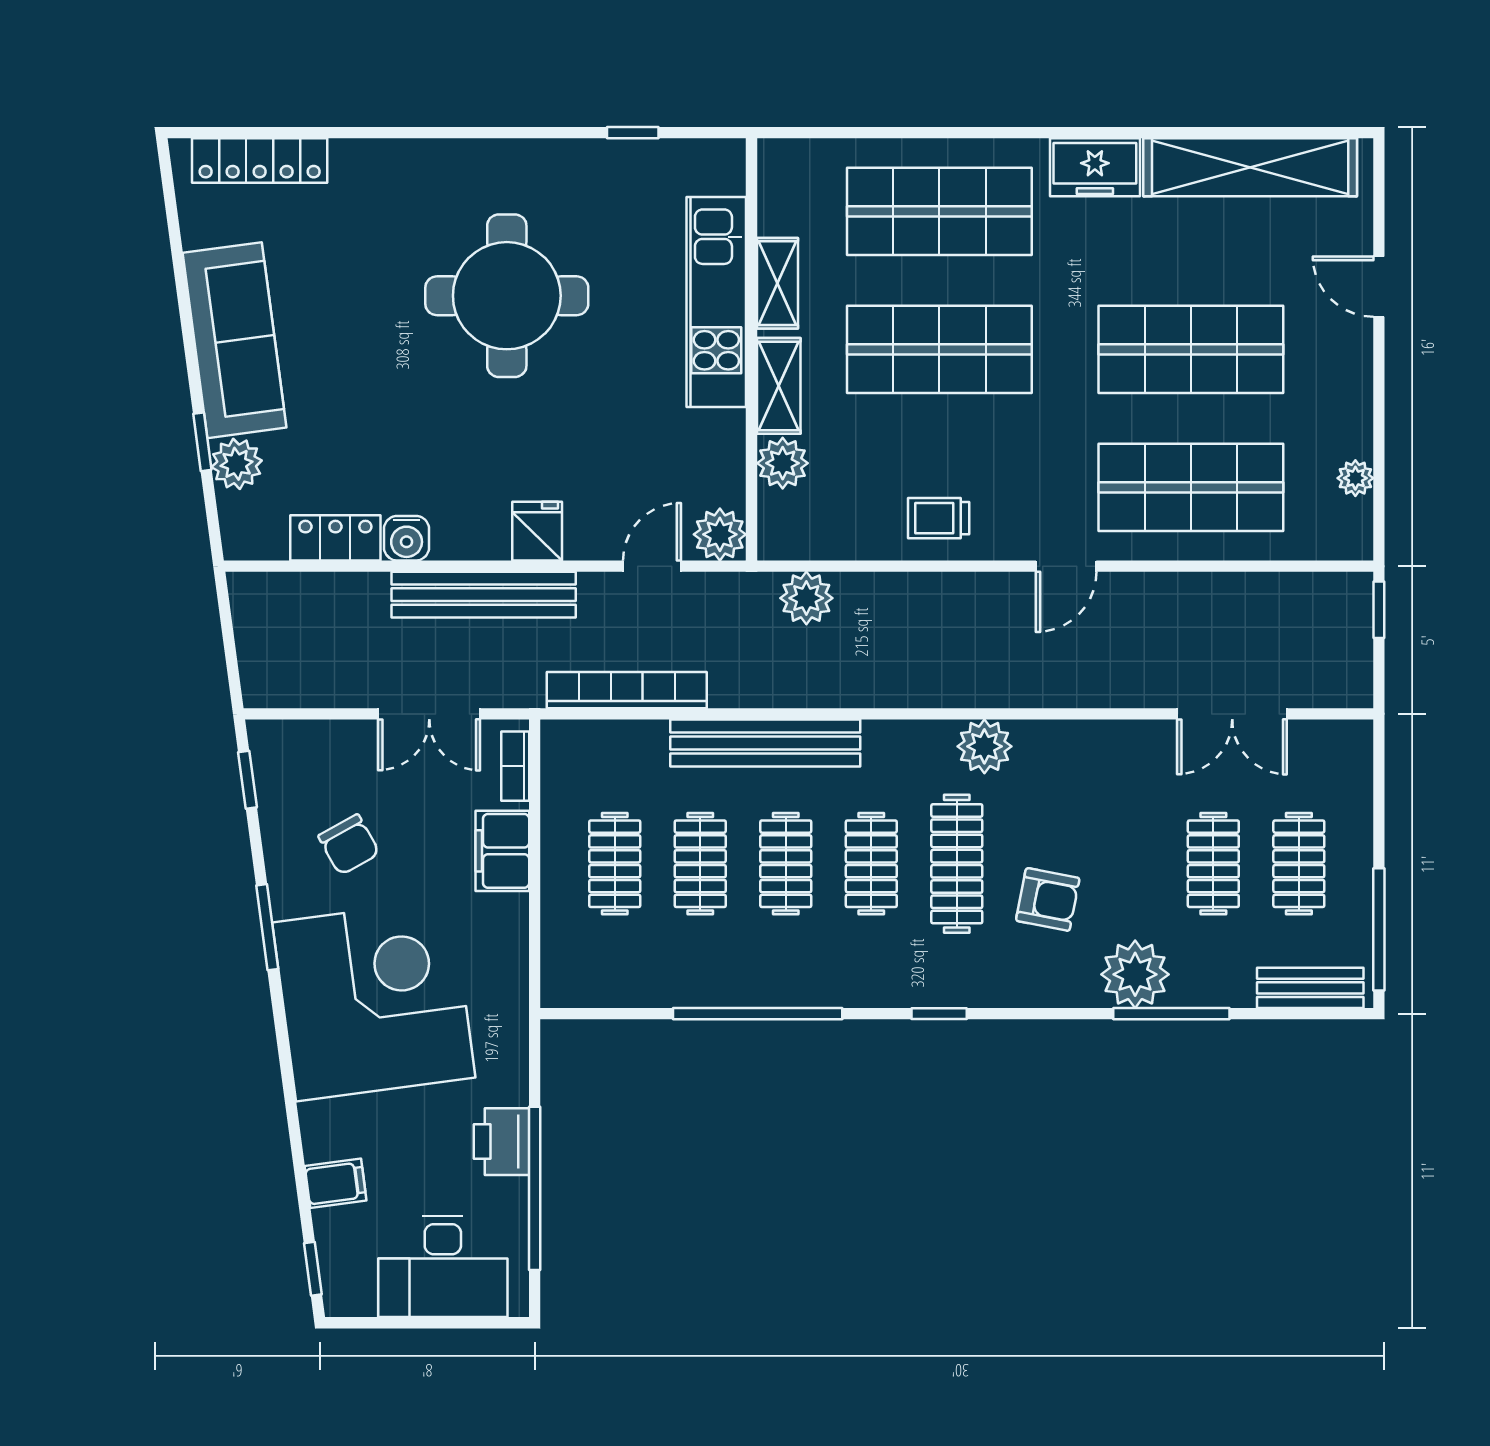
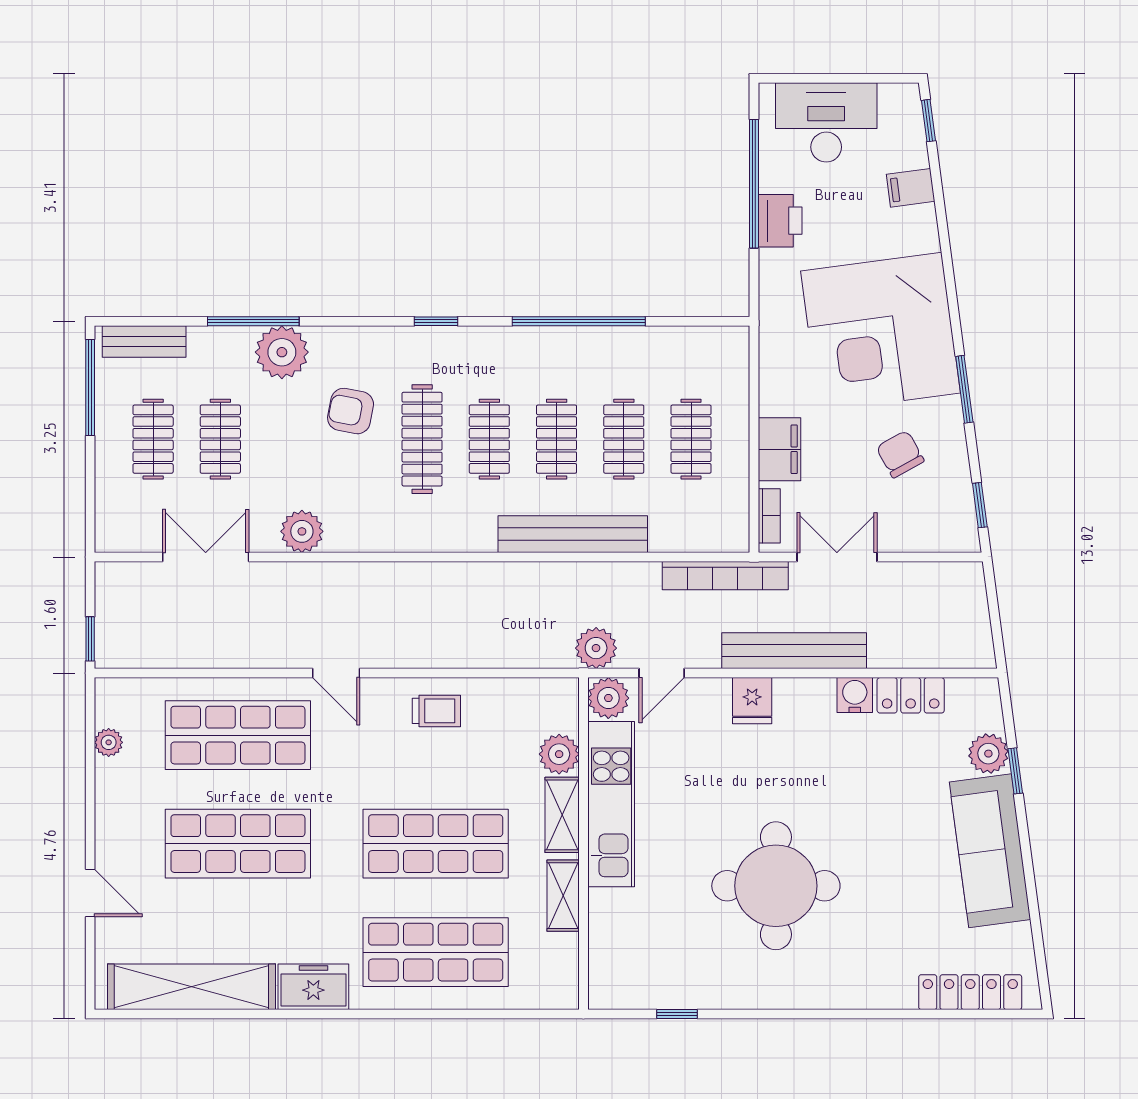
kitchen unit: (716, 302) -> (611, 804), moved
door: (1066, 566) -> (336, 673), swing flipped
plant: (806, 598) -> (596, 648), moved
bookcase: (627, 690) -> (725, 576), moved
plant: (984, 746) -> (302, 531), moved

